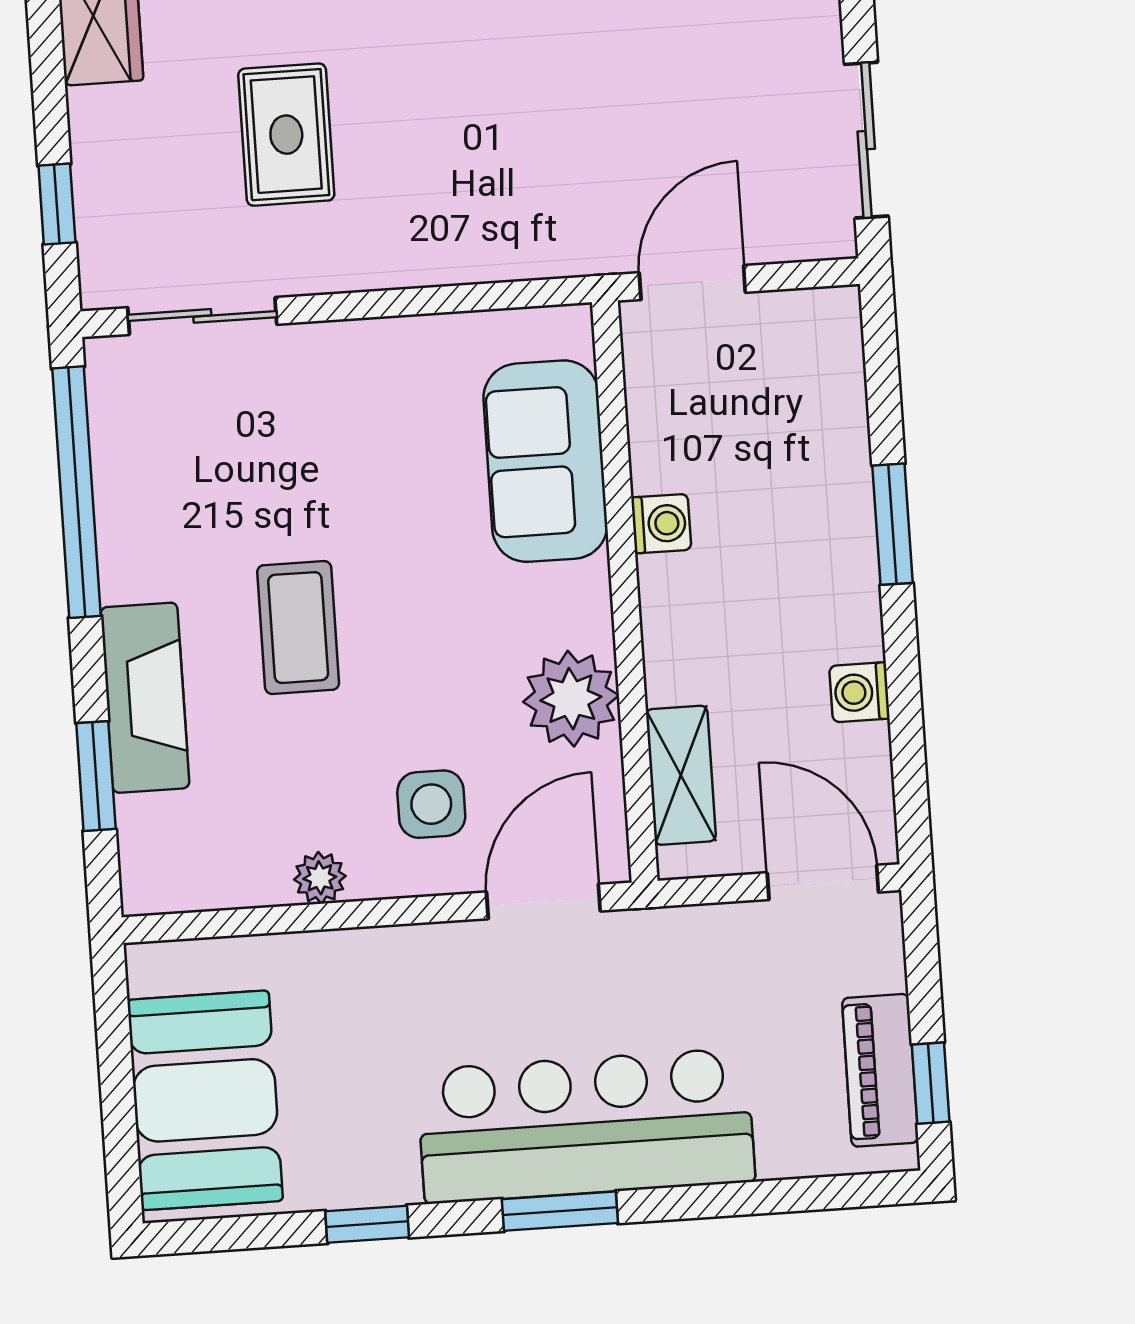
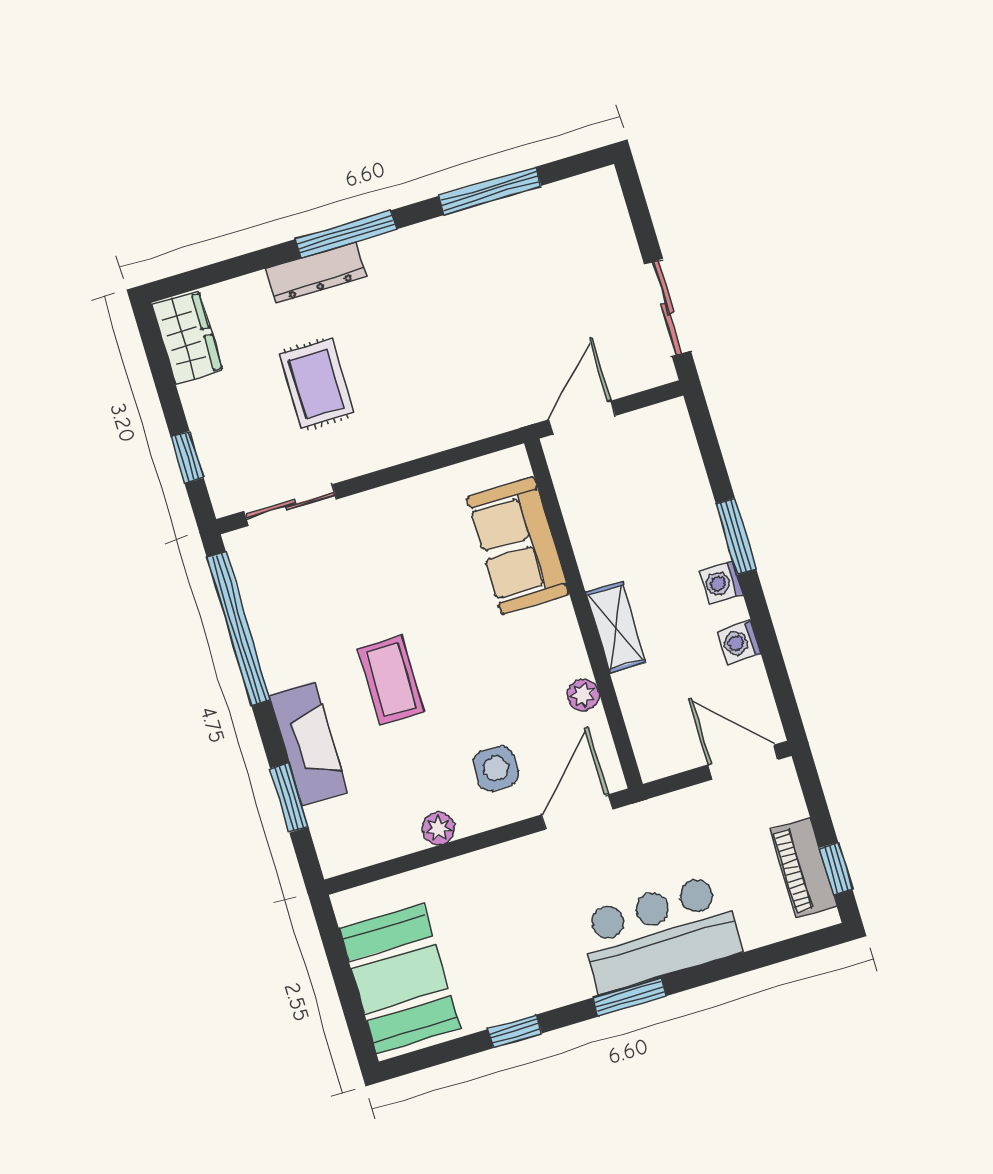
washing machine: (661, 524) -> (721, 583), moved, turned 180
plant: (571, 699) -> (583, 695), width x0.53, depth x0.53
shelving: (681, 775) -> (616, 627), moved
bar counter: (586, 1126) -> (660, 934), width x0.73

